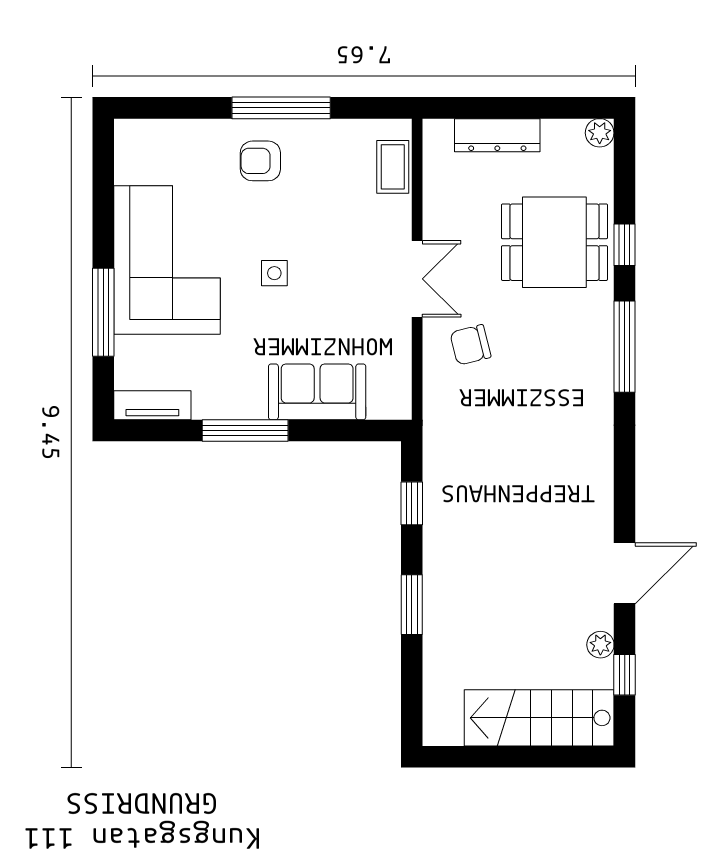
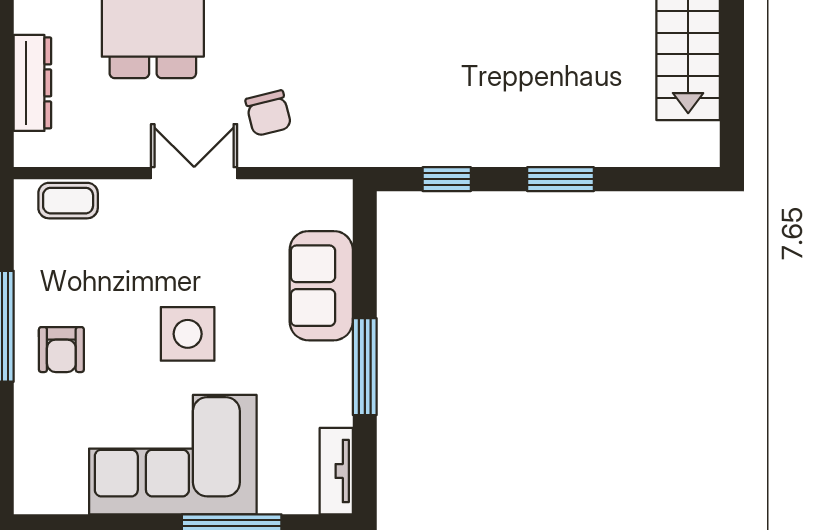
side table: (274, 273) -> (188, 334), width x1.87, depth x1.87

